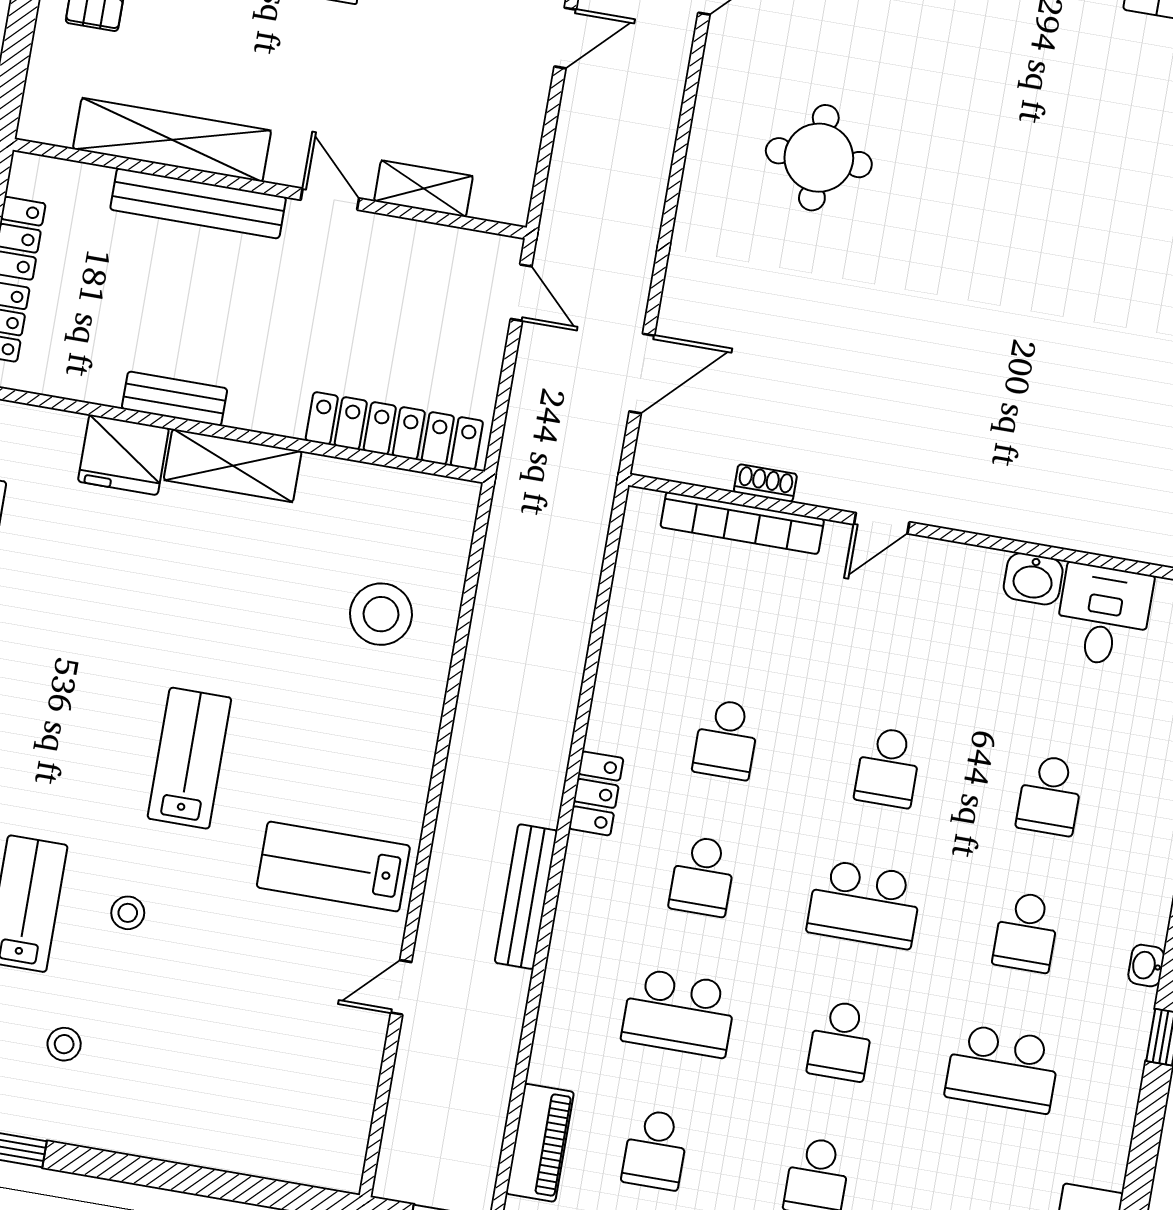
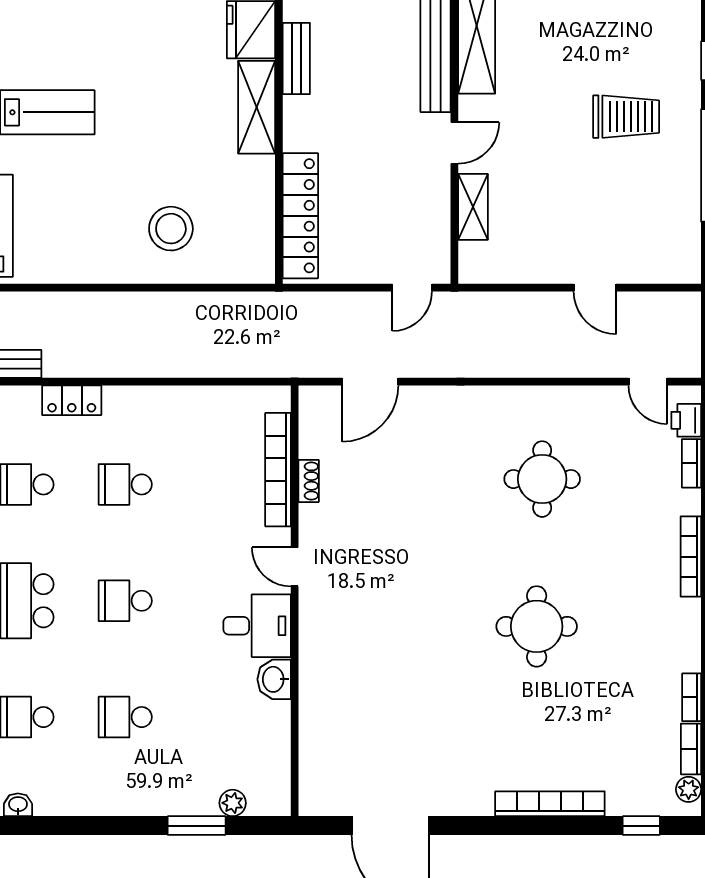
round table: (1023, 201) -> (537, 626), added
door: (642, 373) -> (370, 382), hinge flipped
desk: (1104, 615) -> (257, 626), moved

